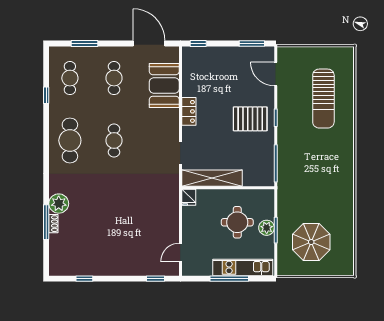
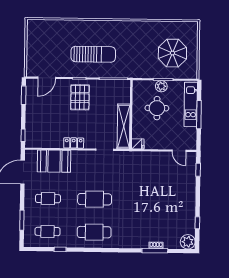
sun lounger: (323, 99) -> (93, 54), moved
cafe table: (114, 140) -> (95, 199), width x1.37, depth x1.35
plant: (59, 204) -> (188, 242), moved

